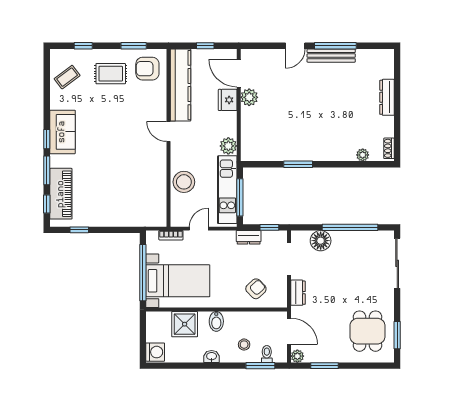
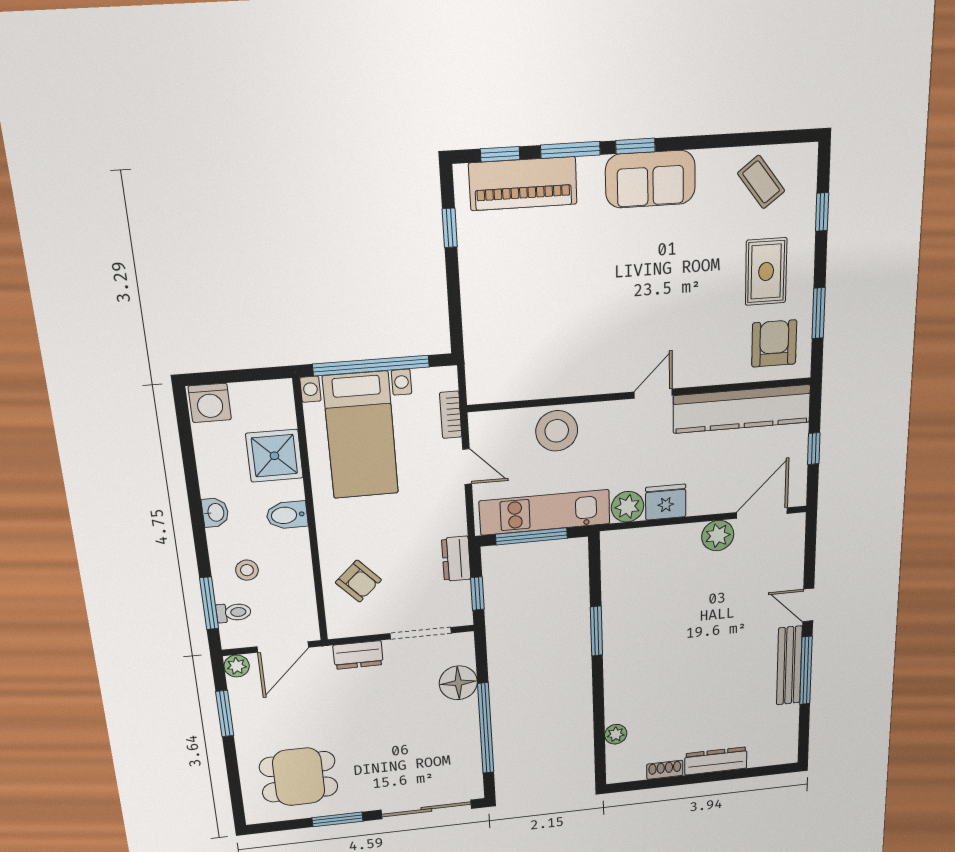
fridge: (228, 100) -> (666, 502), moved
shoe rack: (389, 148) -> (665, 770), moved
window: (397, 335) -> (337, 819), moved

